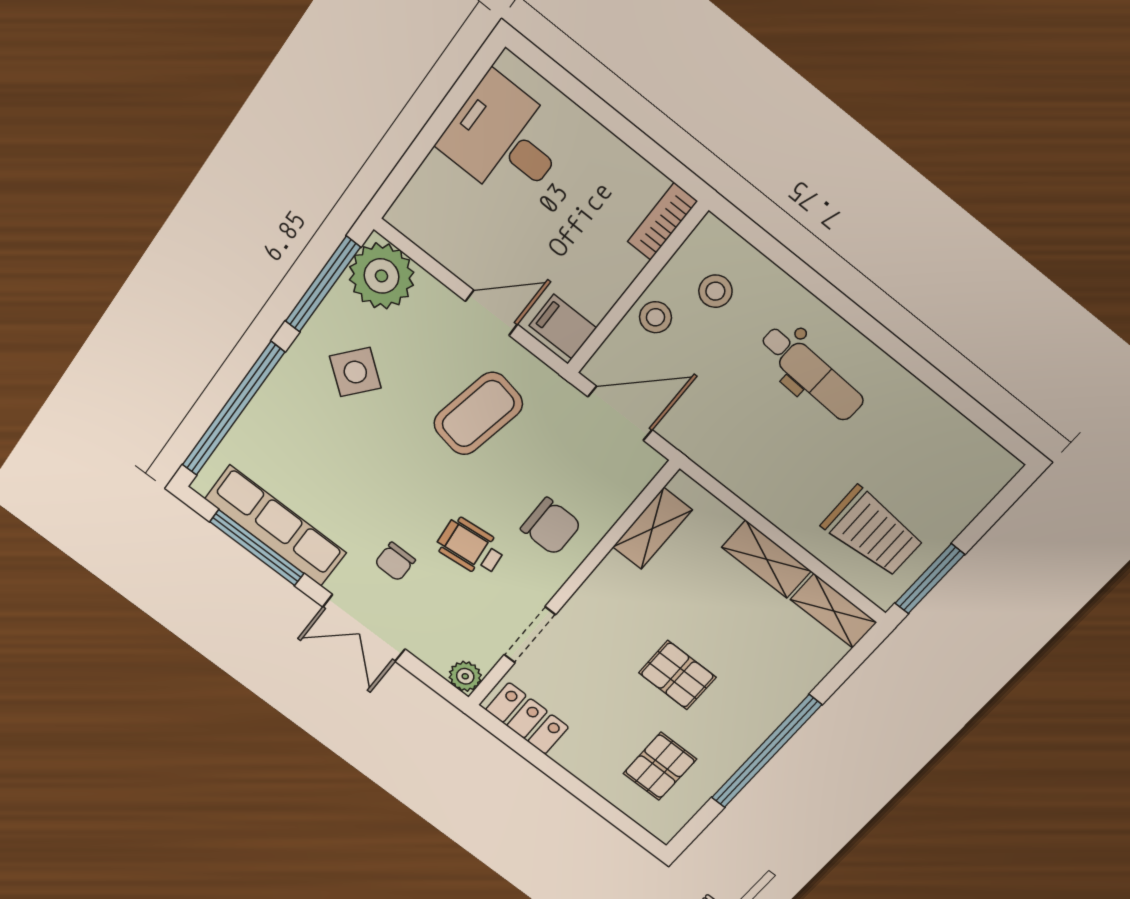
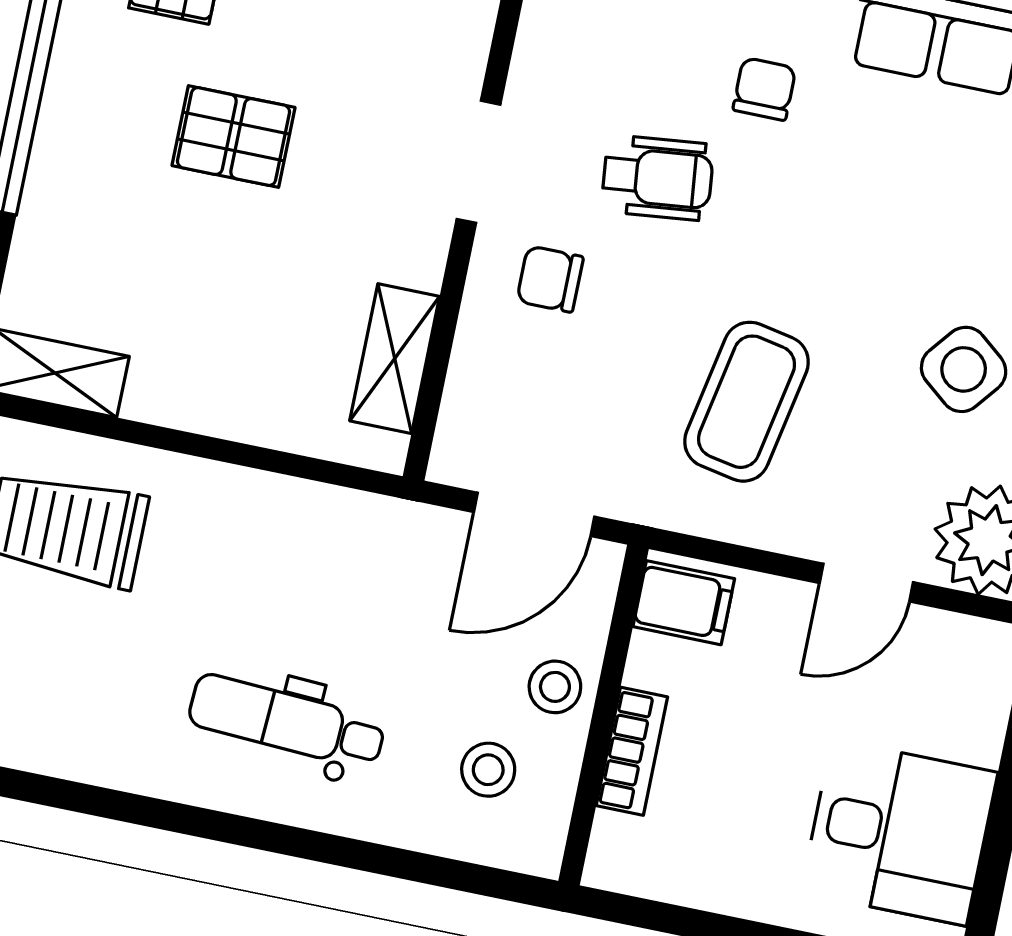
bookcase: (662, 221) -> (632, 751), moved
door: (491, 313) -> (866, 583), moved
chair: (551, 526) -> (550, 279), width x0.73, depth x0.73
shelving: (766, 559) -> (199, 401), removed
doorway: (530, 635) -> (478, 162), moved

